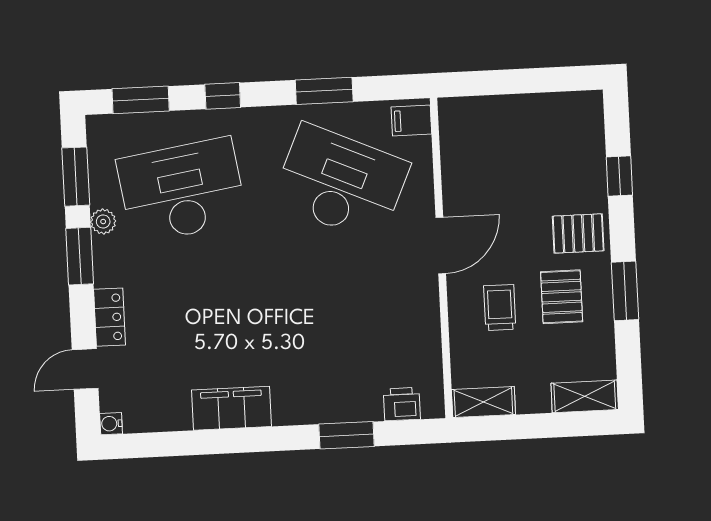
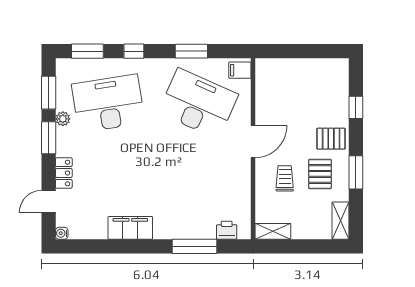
shelving: (585, 396) -> (341, 221), moved, turned 90
window: (346, 435) -> (194, 246), width x1.44

